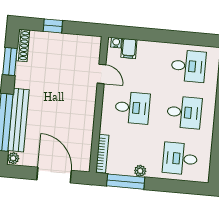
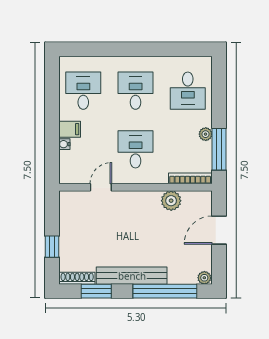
water cooler: (116, 43) -> (64, 144), moved
filing cabinet: (129, 49) -> (70, 129), moved
bench: (18, 120) -> (132, 276), moved
plant: (84, 135) -> (171, 201), added
door: (54, 175) -> (219, 230), width x0.73

